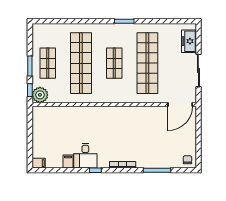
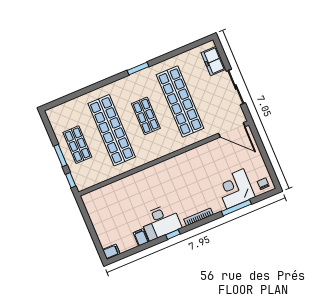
plant: (40, 95) -> (83, 181), removed
door: (180, 104) -> (232, 130), hinge flipped
corner desk: (163, 154) -> (235, 189), added
desk: (85, 156) -> (161, 222), width x1.37

